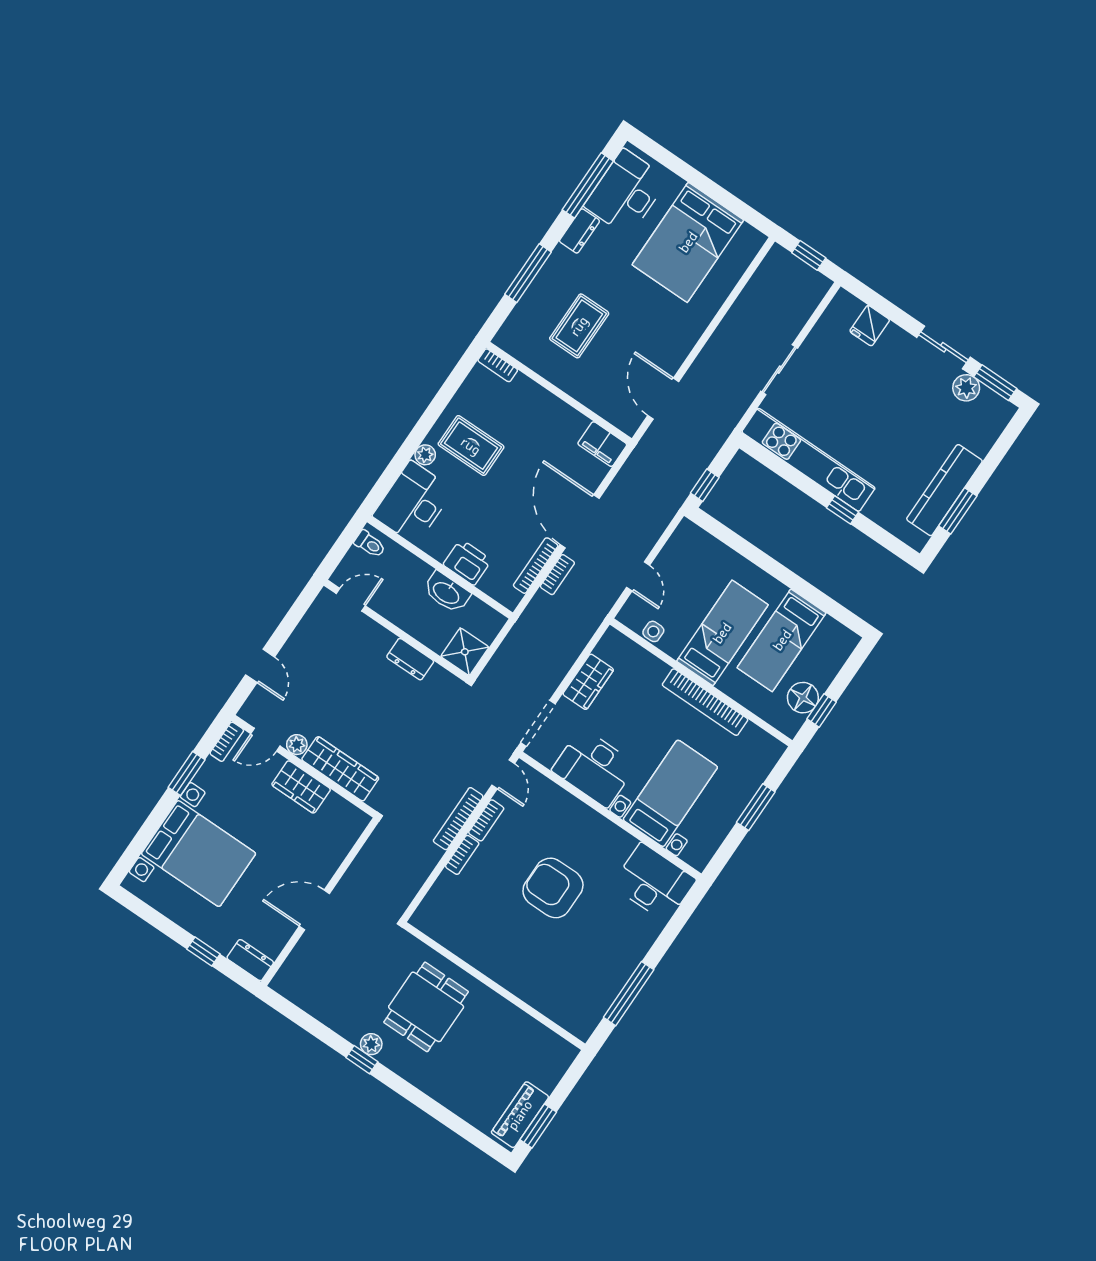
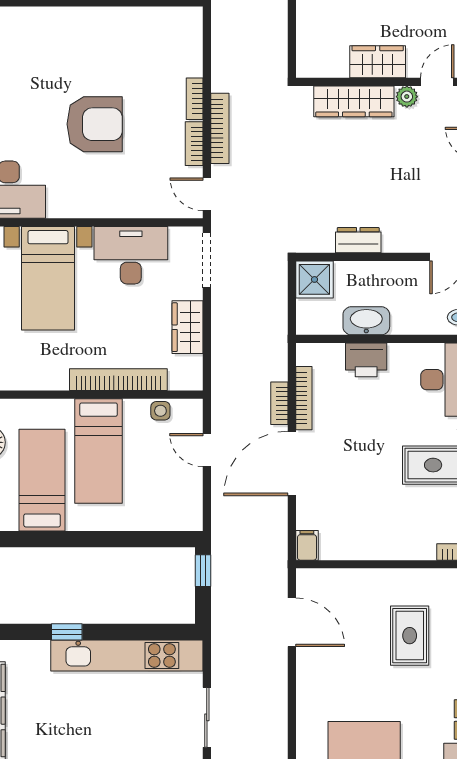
filing cabinet: (602, 444) -> (307, 545), width x0.50
door: (580, 521) -> (292, 464), swing flipped
bookcase: (705, 702) -> (118, 380), moved

